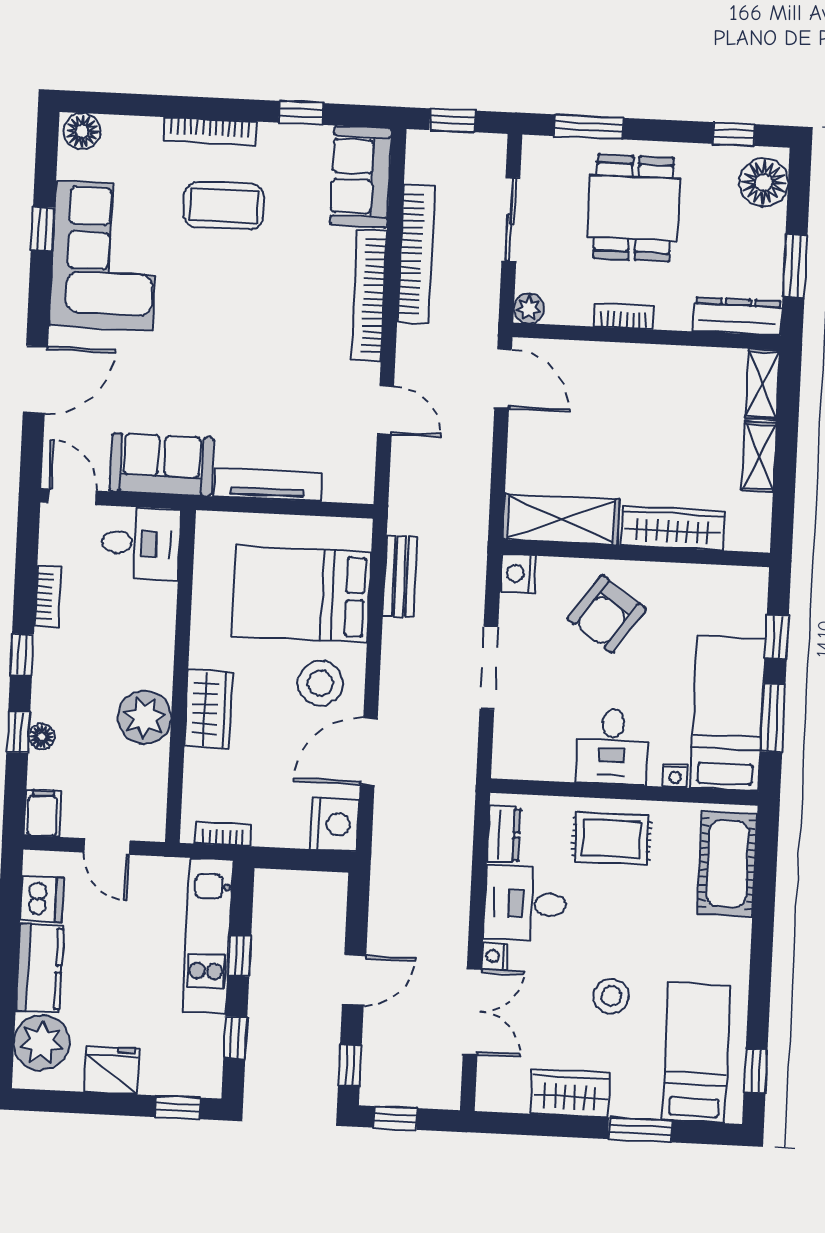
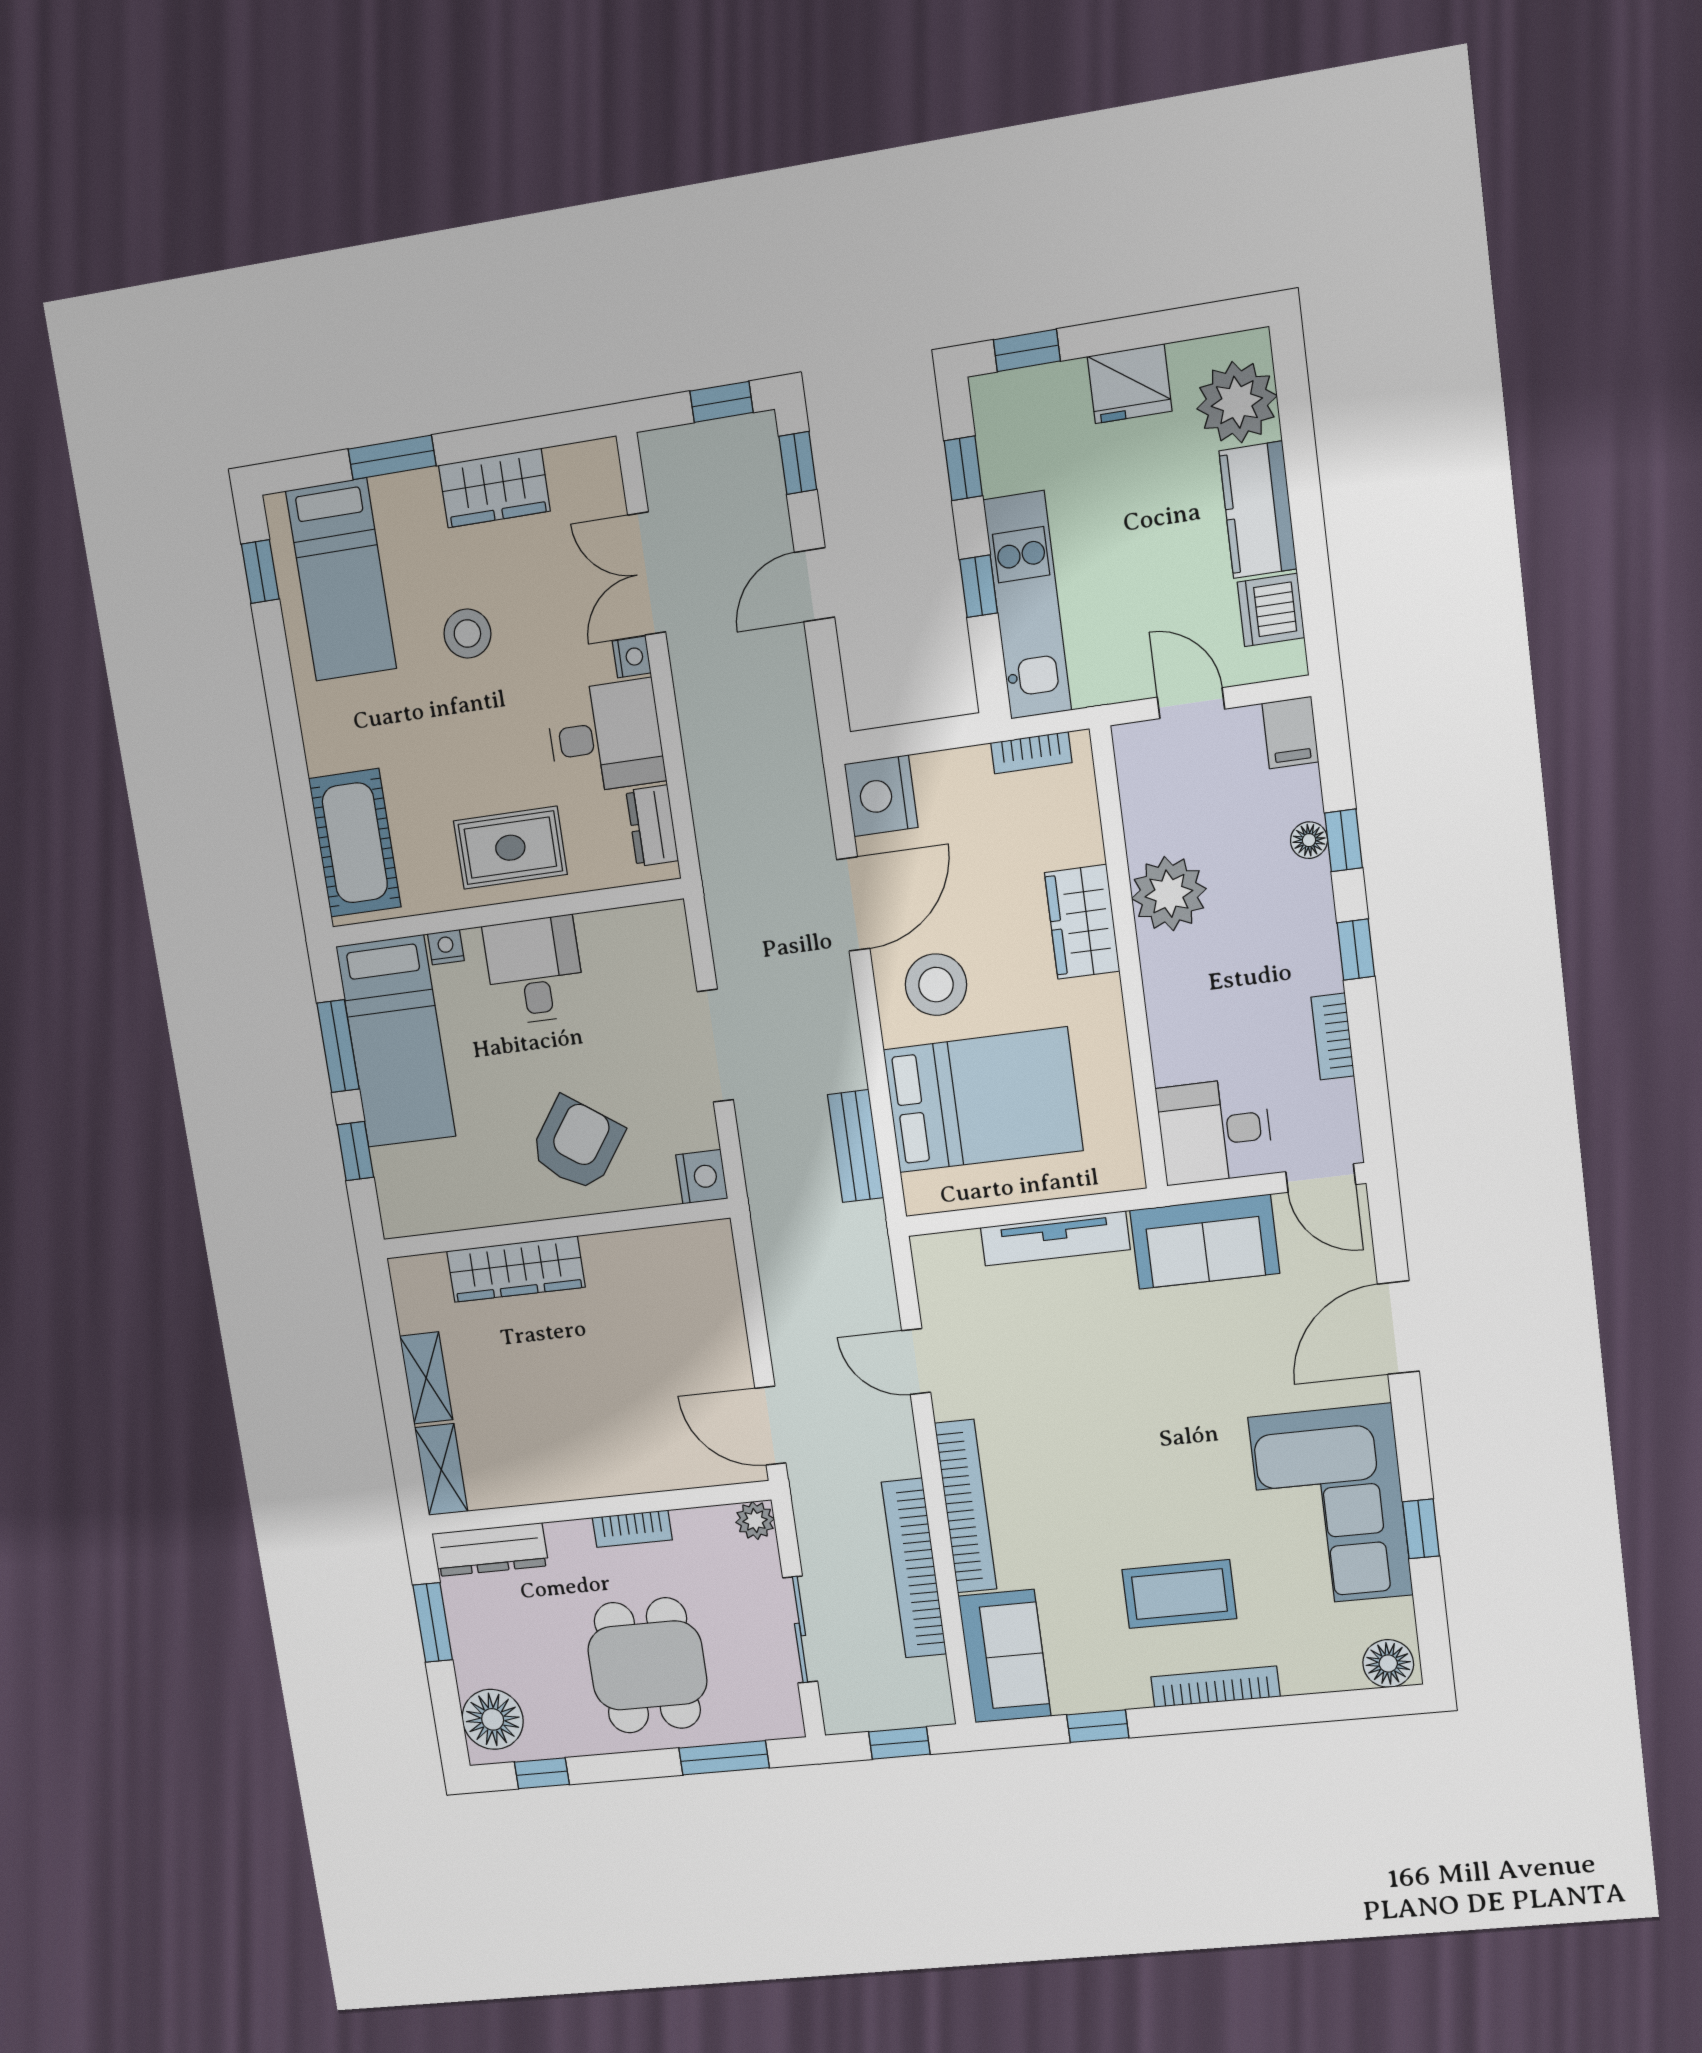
shelving: (561, 519) -> (660, 1257), removed

